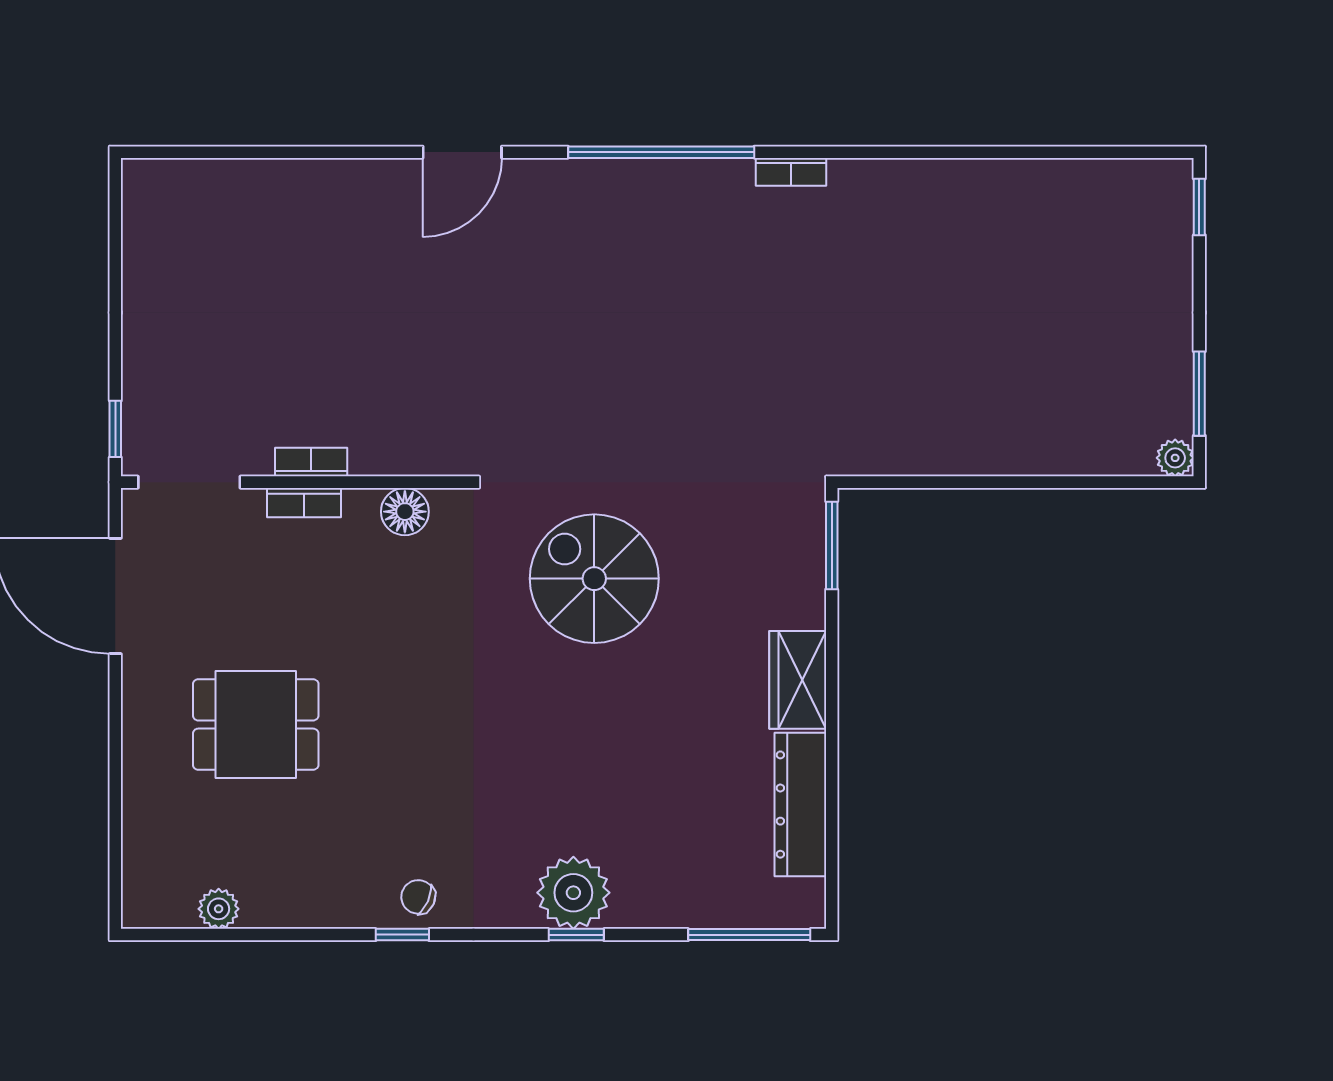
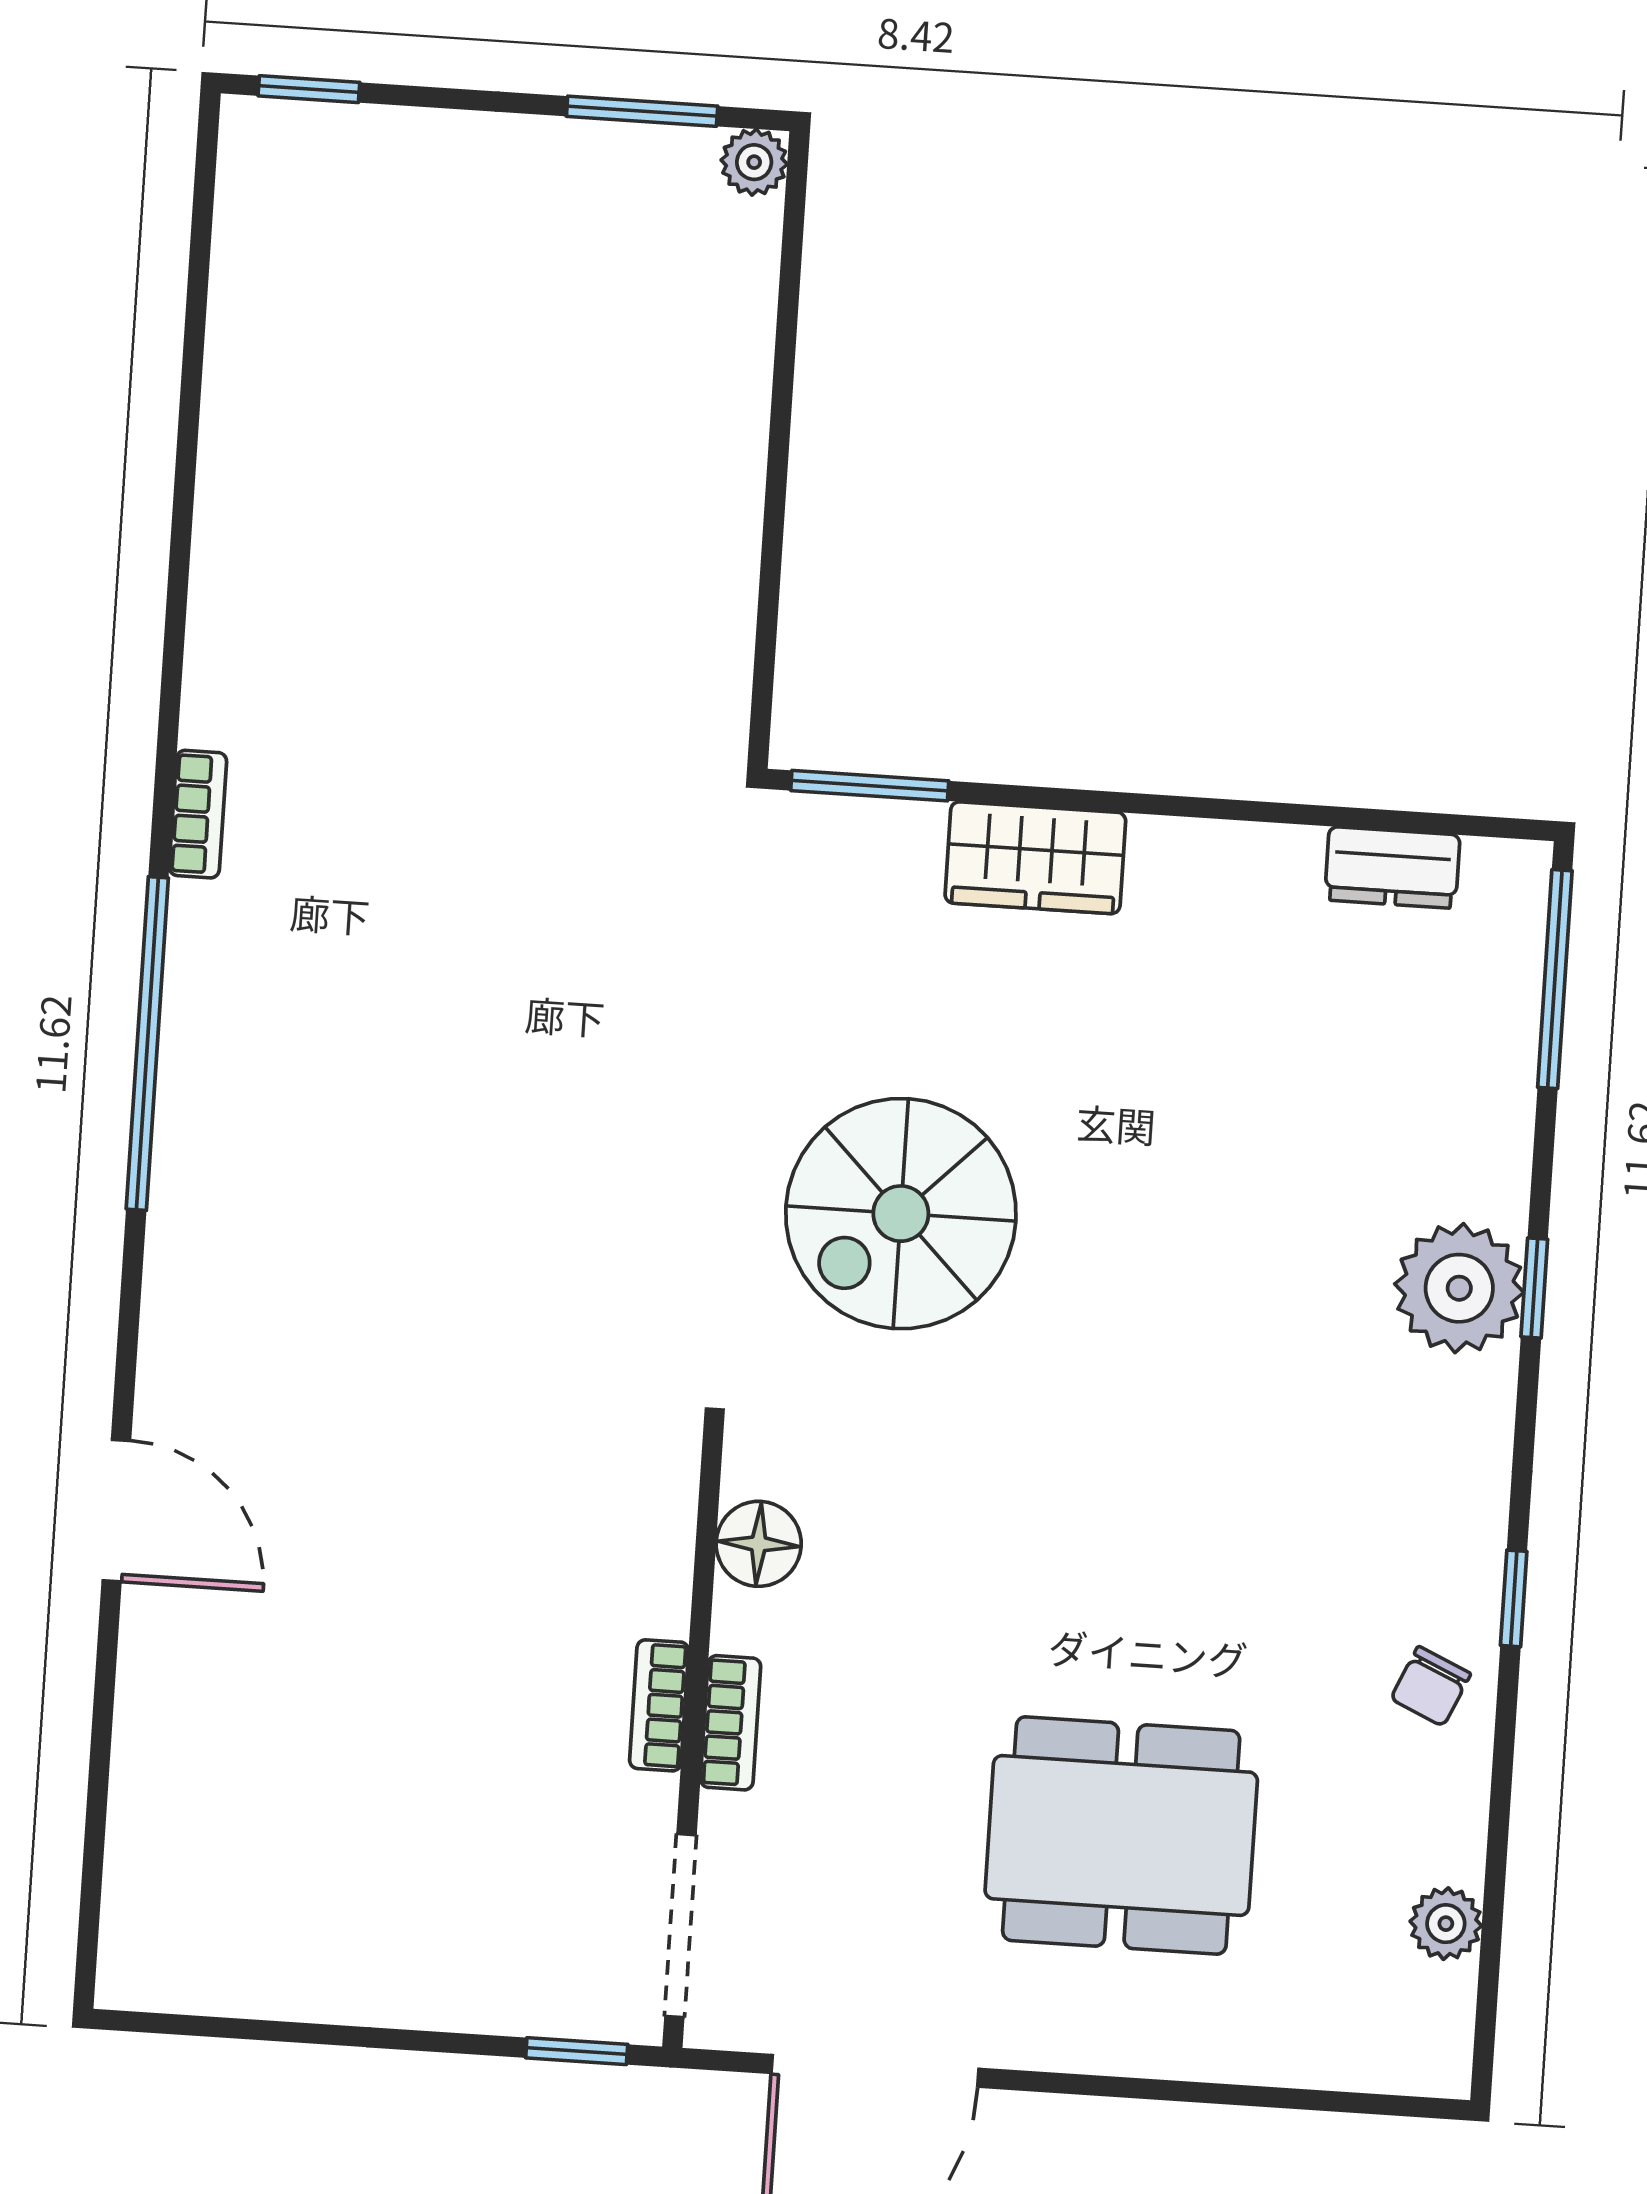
door: (462, 152) -> (116, 1511), moved
wardrobe: (798, 680) -> (1035, 858), moved
dining table: (256, 725) -> (1121, 1835), width x1.38
dresser: (800, 805) -> (1392, 868), width x0.51, depth x0.80
chair: (418, 897) -> (1431, 1686), moved

